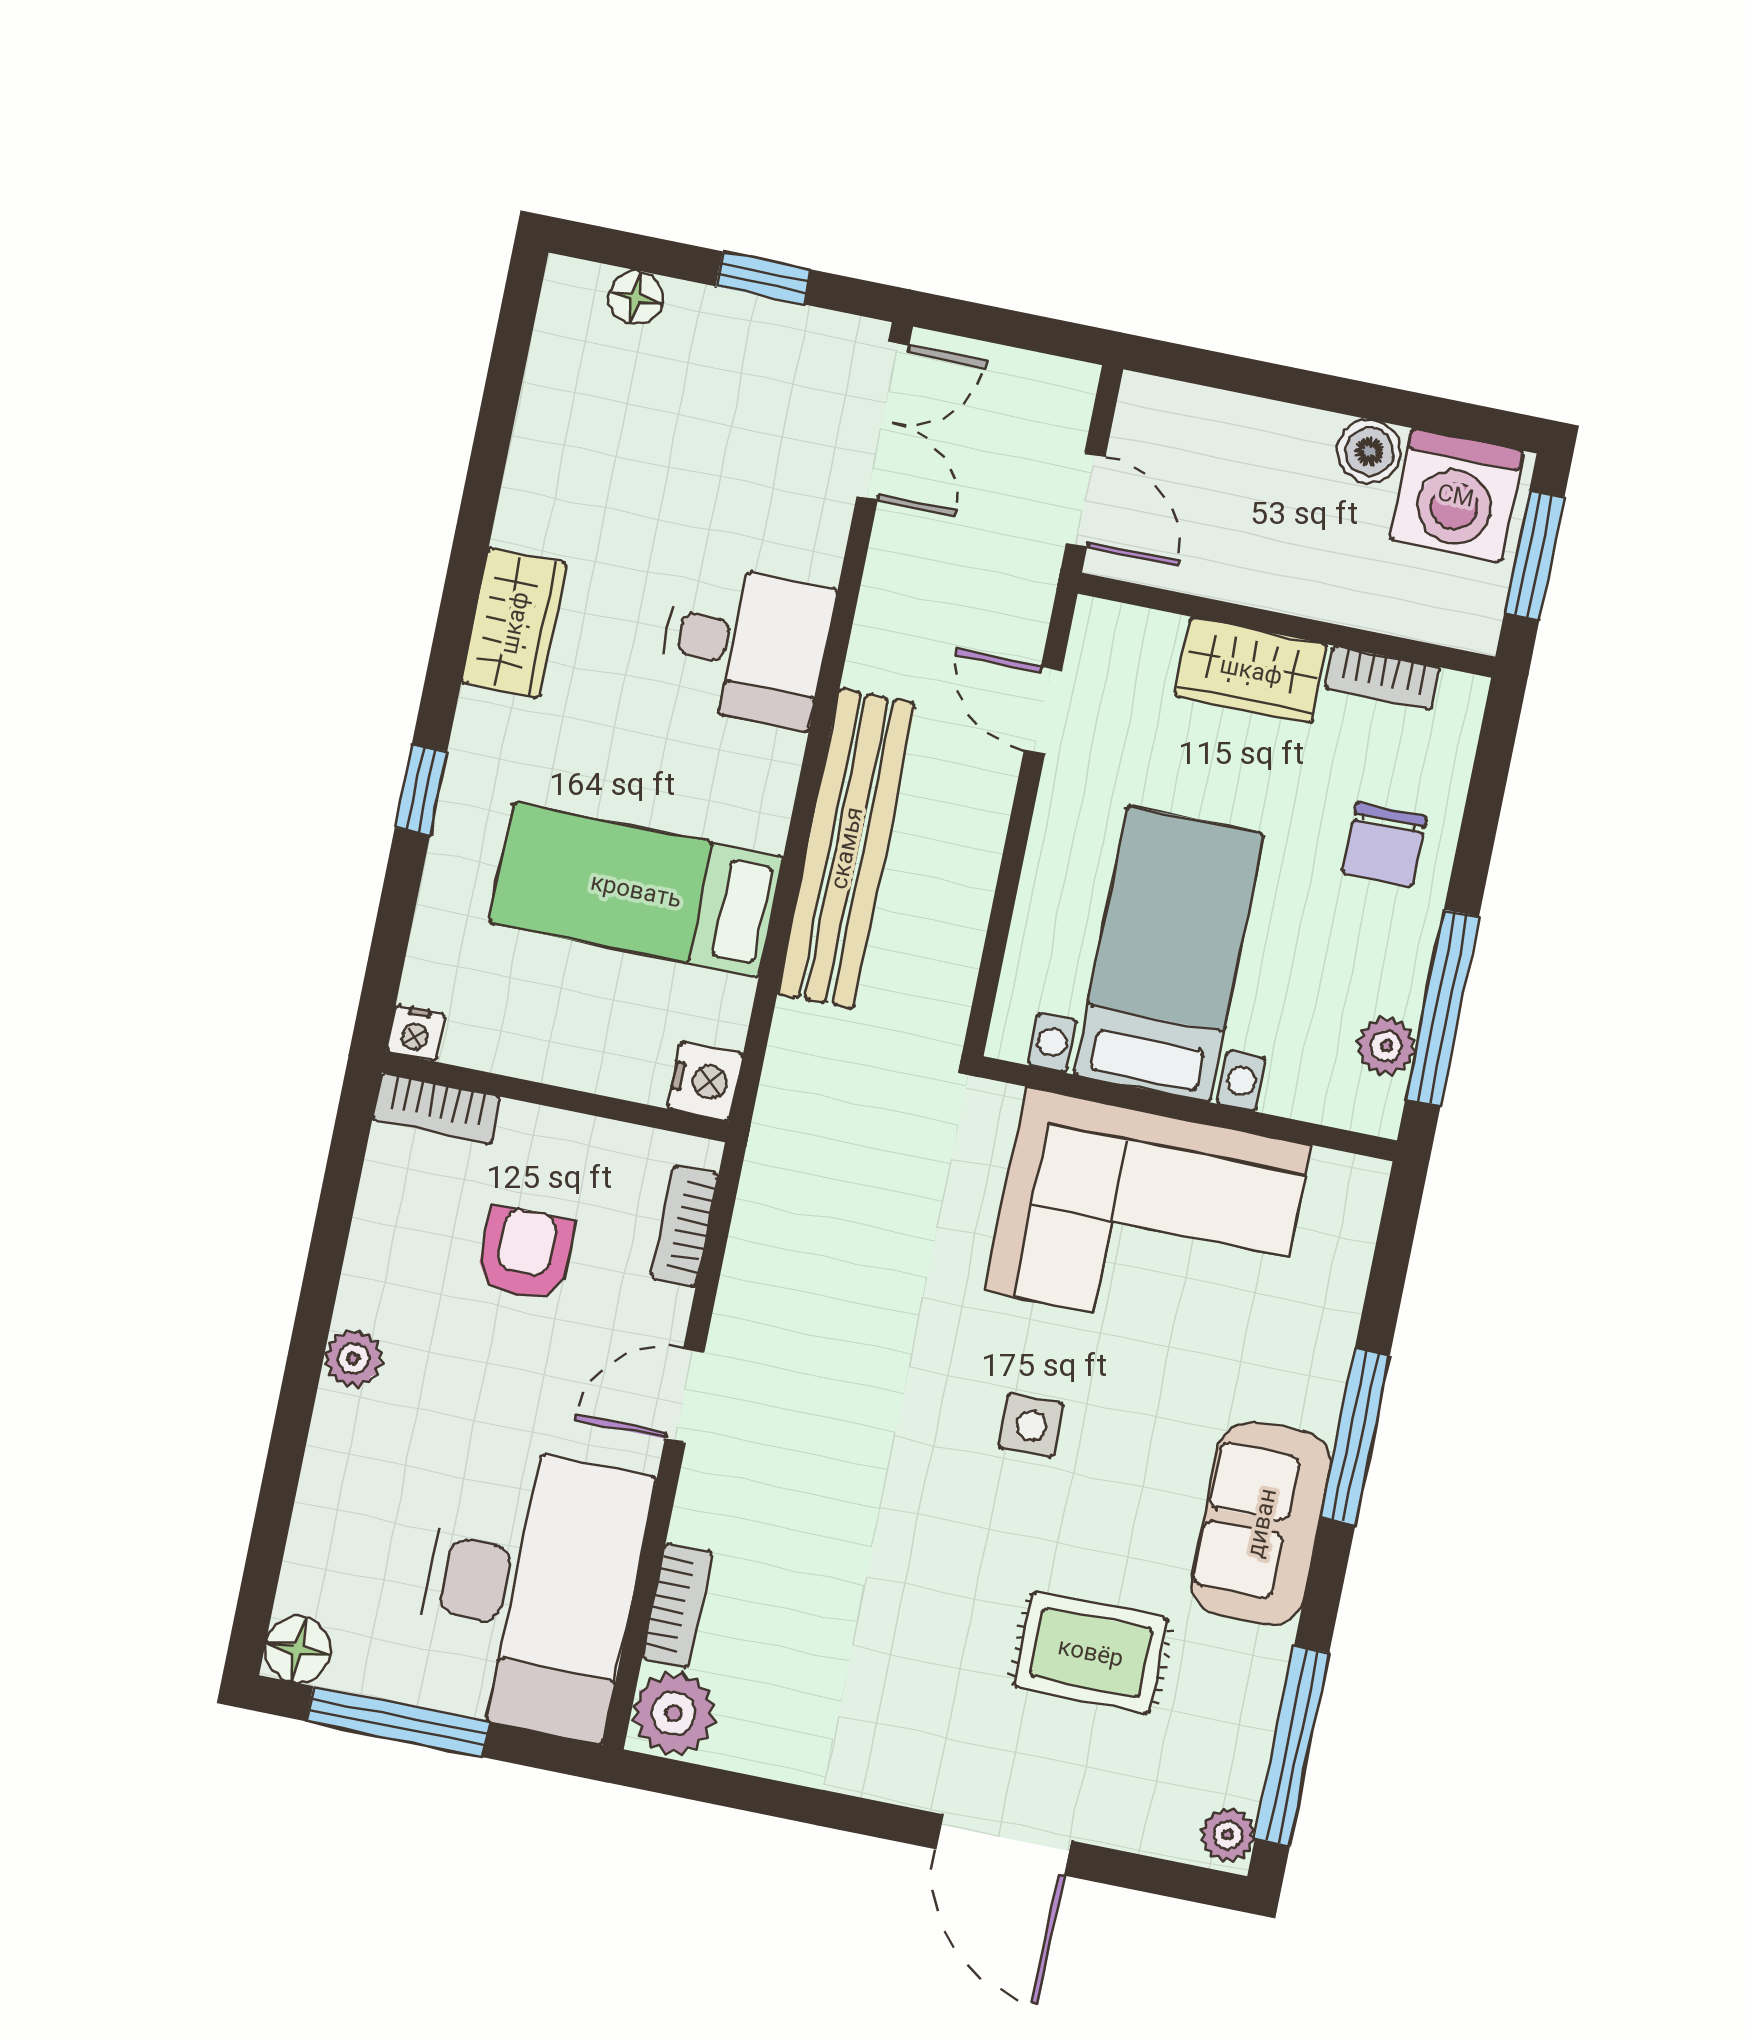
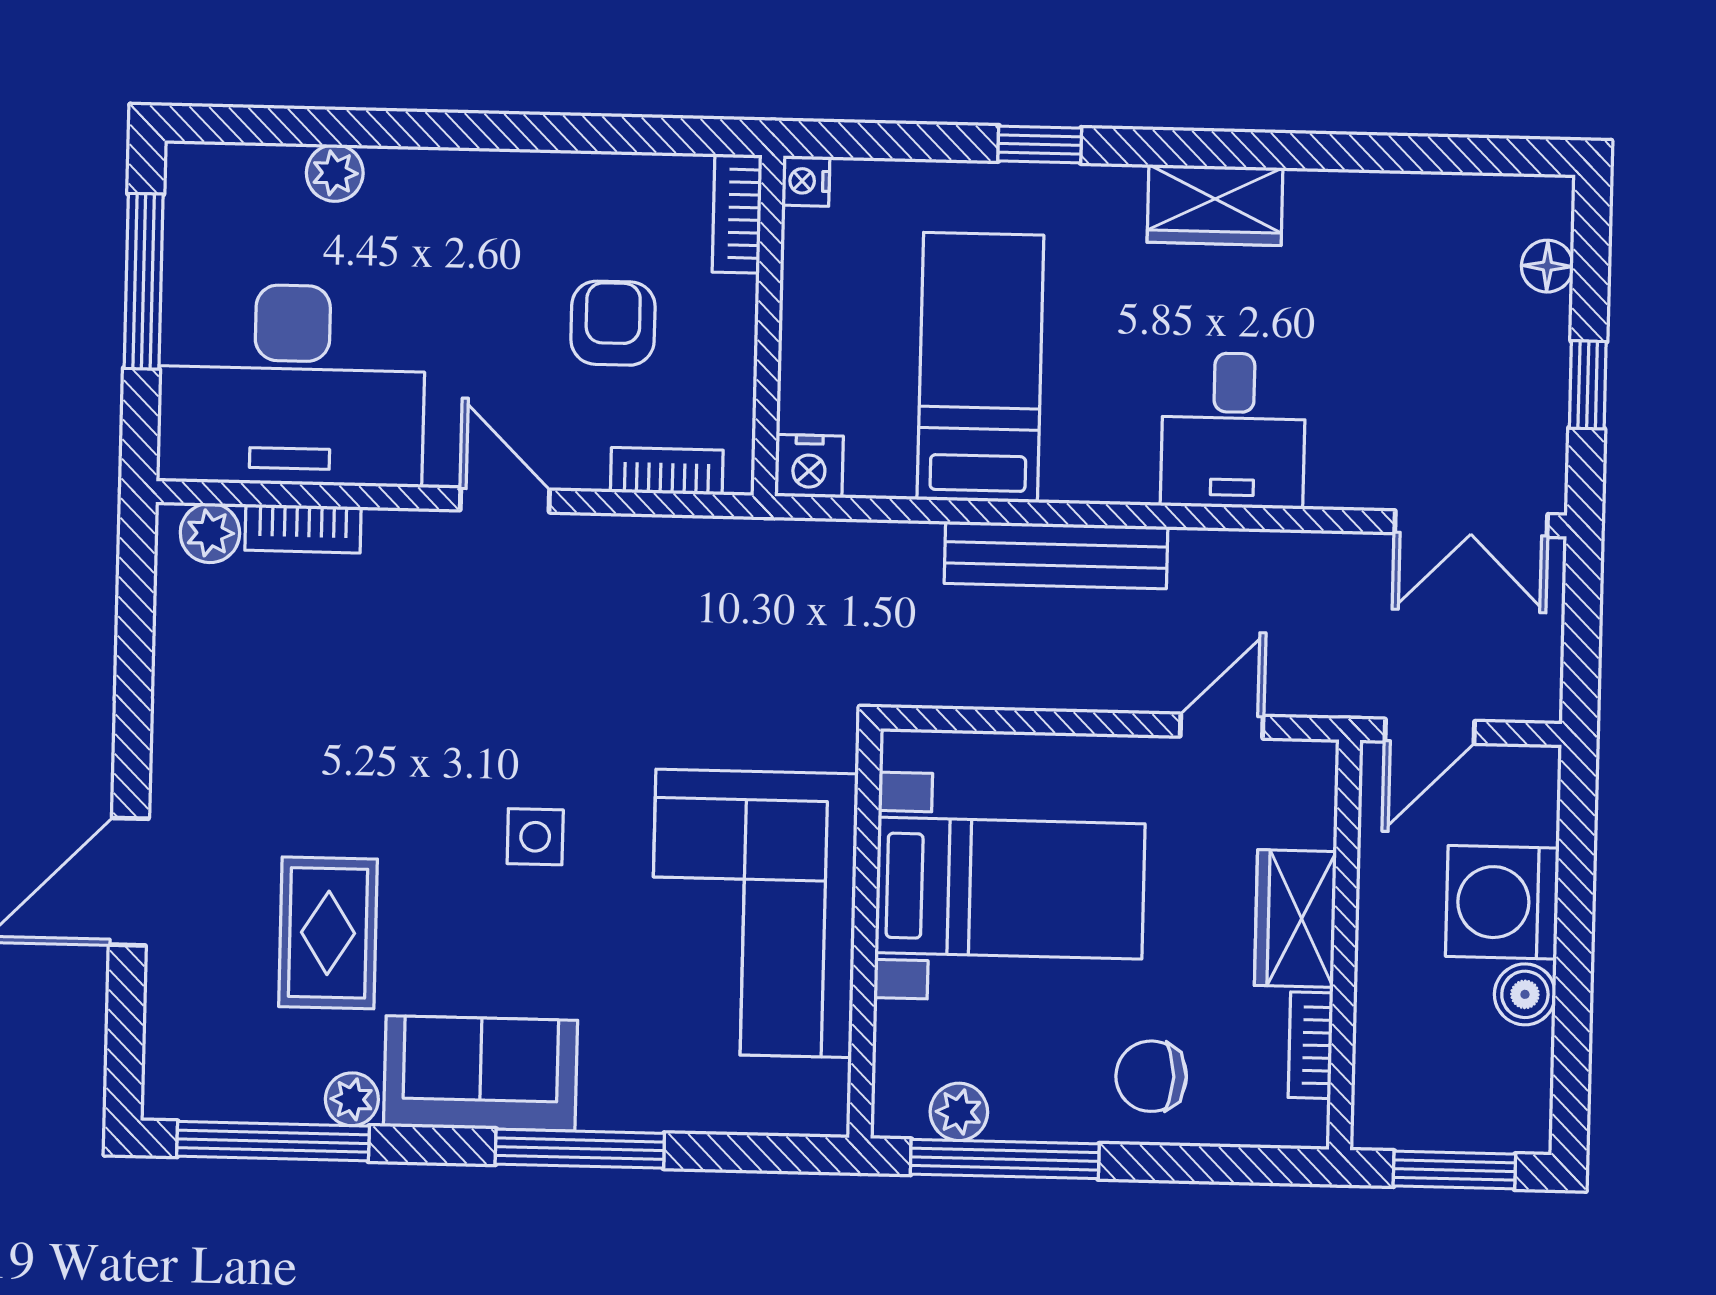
washing machine: (1456, 495) -> (1502, 902), moved
bench: (846, 848) -> (1056, 555), width x0.73, depth x0.82
armchair: (525, 1254) -> (613, 323), turned -90
plant: (353, 1359) -> (335, 173), moved
floor lamp: (298, 1649) -> (196, 173), removed
plant: (674, 1713) -> (210, 533), width x0.73, depth x0.73
plant: (1228, 1835) -> (352, 1099), moved

